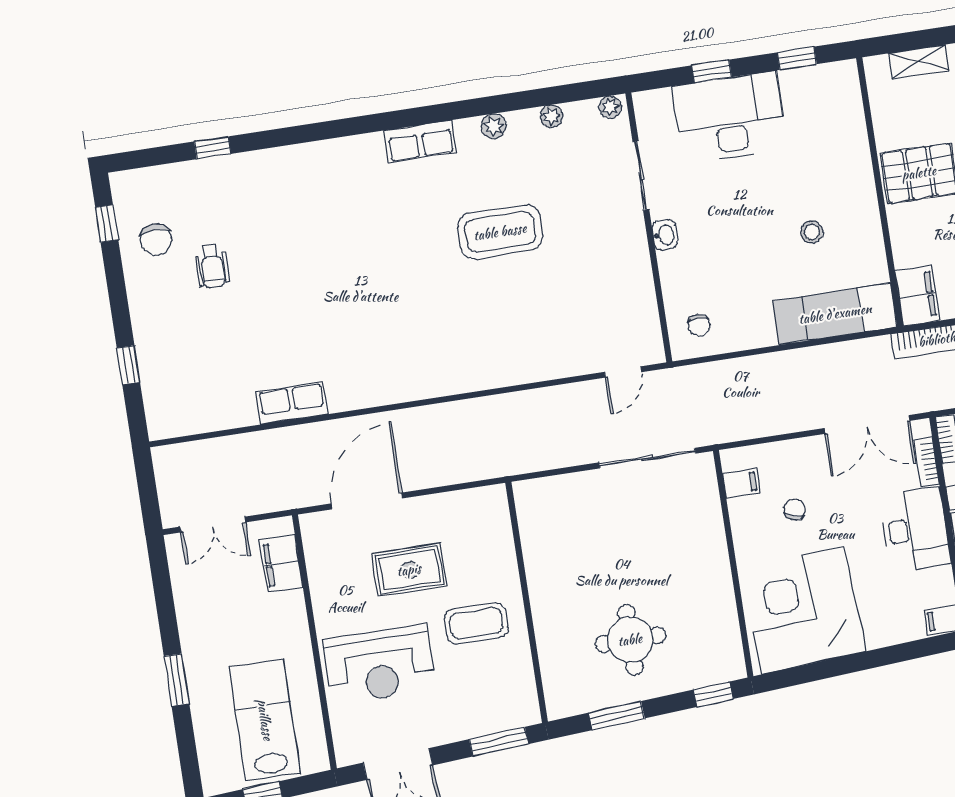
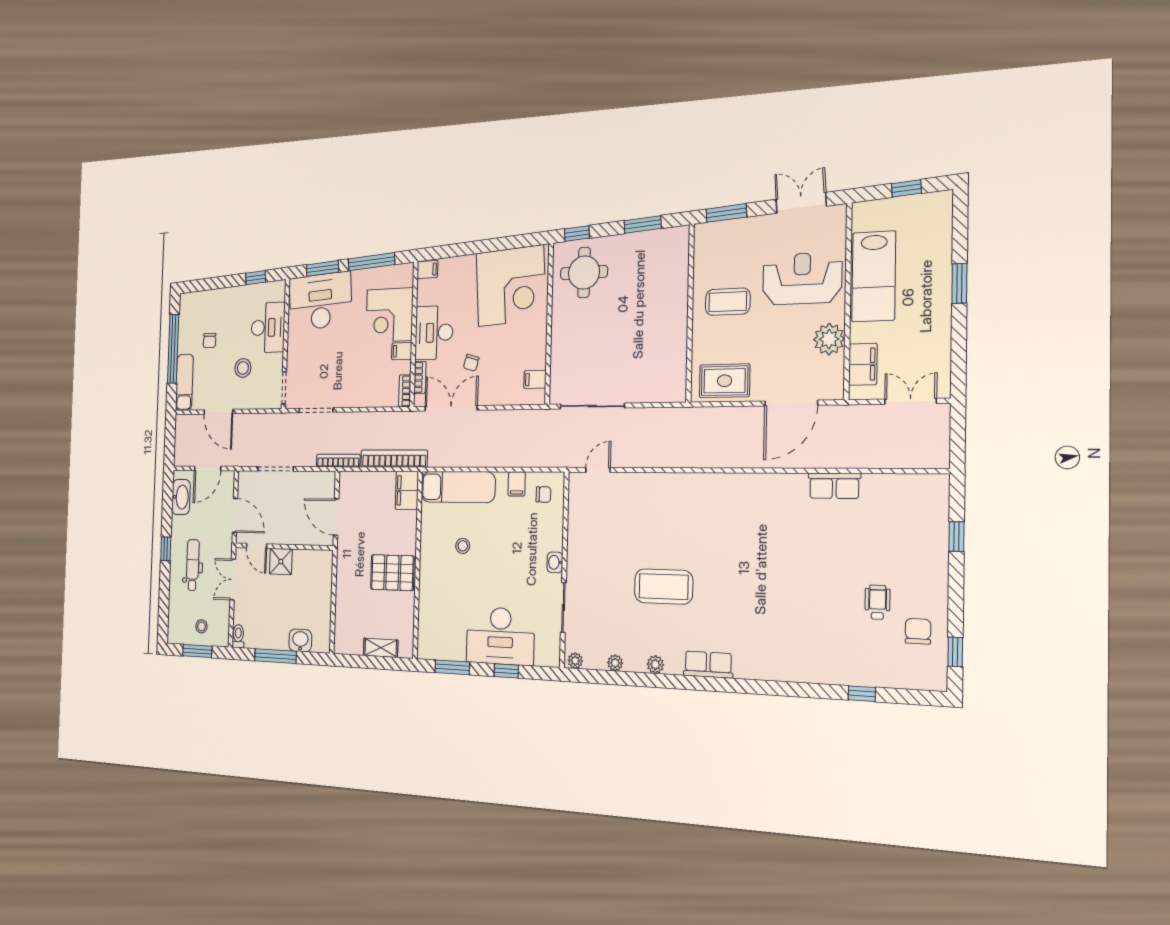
window: (797, 58) -> (452, 667), width x1.50
chair: (699, 325) -> (543, 494), turned 90
filing cabinet: (743, 333) -> (517, 484), added
chair: (795, 509) -> (471, 363), moved
rug: (409, 570) -> (725, 381), moved
plant: (331, 590) -> (829, 339), added
round table: (630, 640) -> (584, 272), moved
lab bench: (265, 720) -> (874, 276), moved

